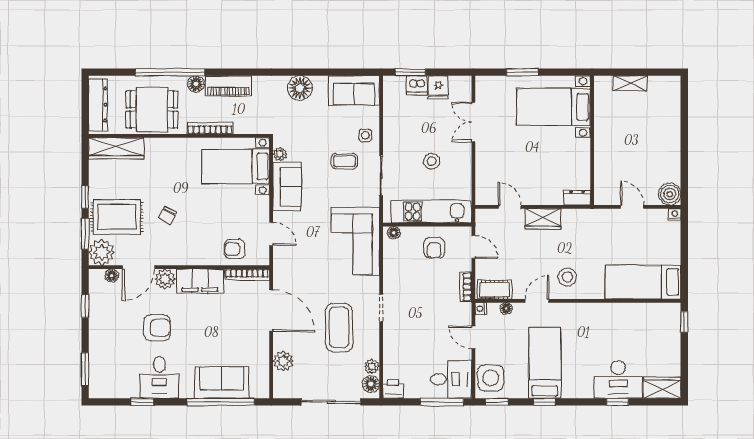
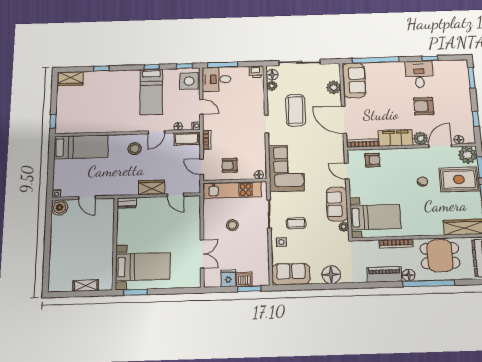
window: (522, 72) -> (135, 292), moved
armchair: (434, 248) -> (230, 165), turned -90
desk: (618, 379) -> (100, 83), removed
sofa: (221, 383) -> (354, 80), moved, turned -90

